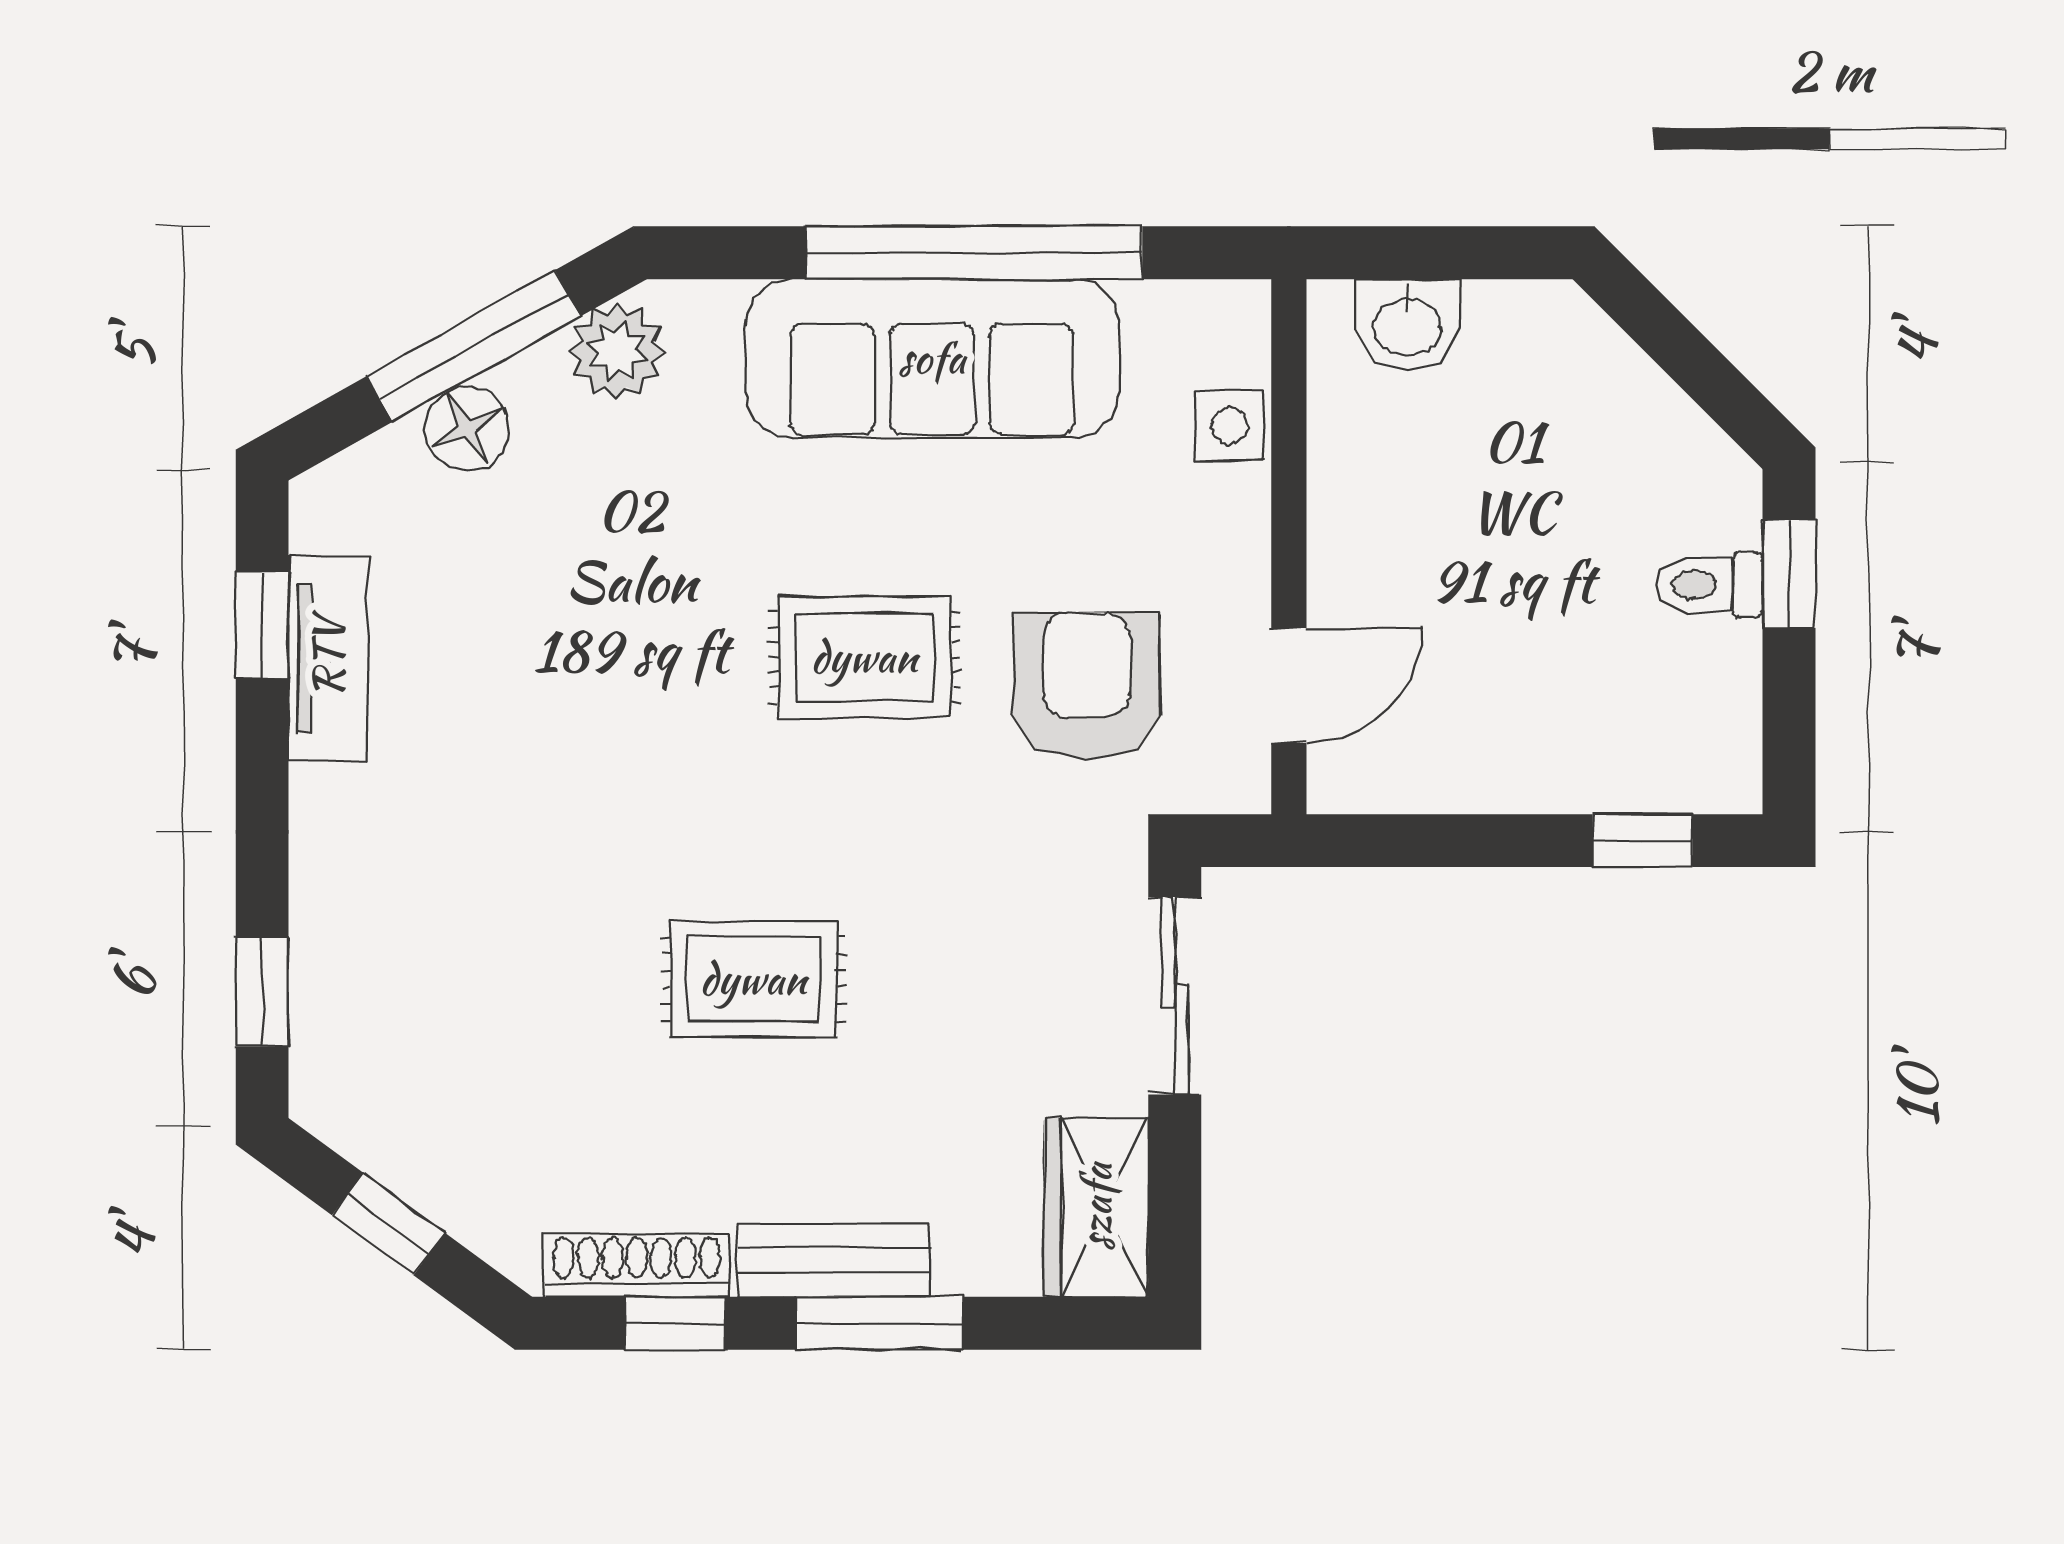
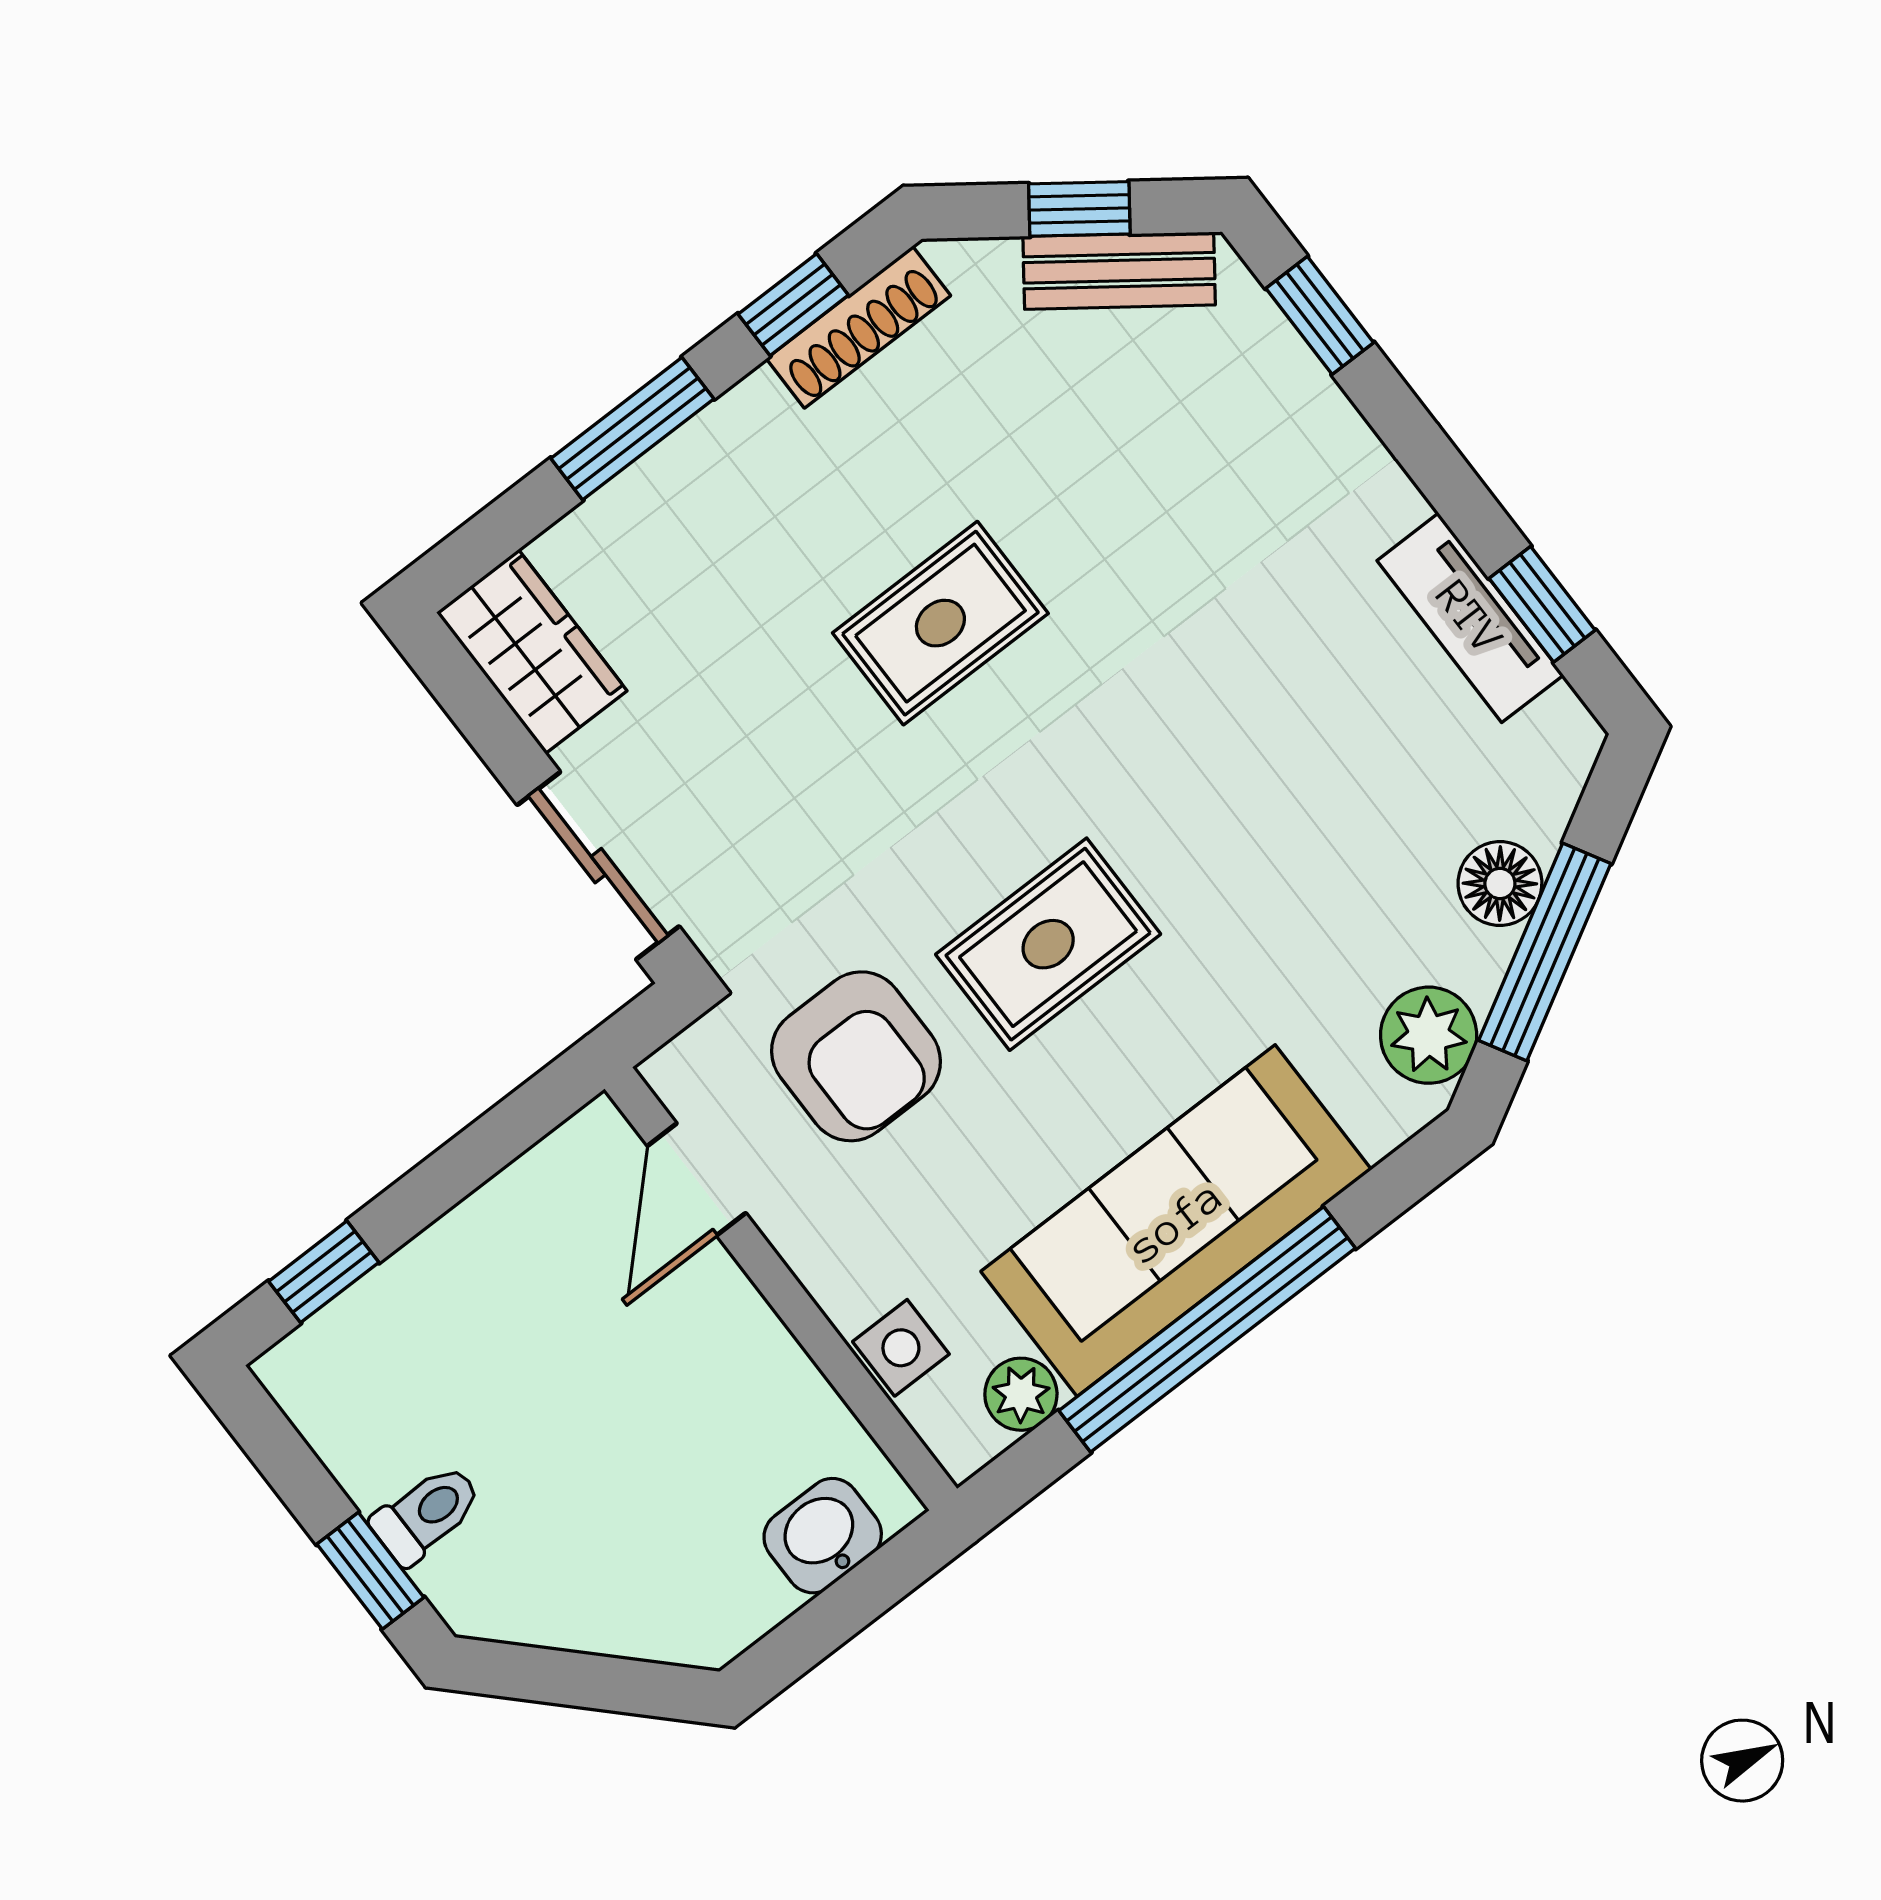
plant: (1162, 315) -> (1021, 1394), added
bench: (833, 1260) -> (1119, 271), moved, turned 36

